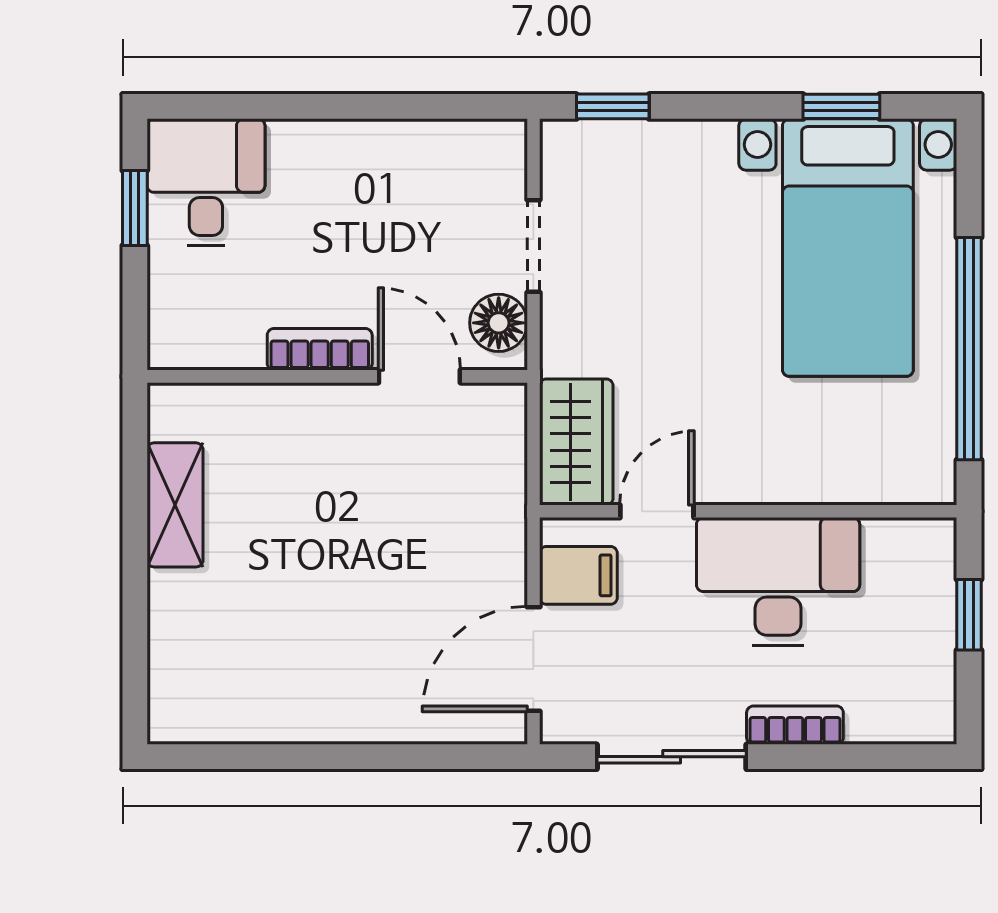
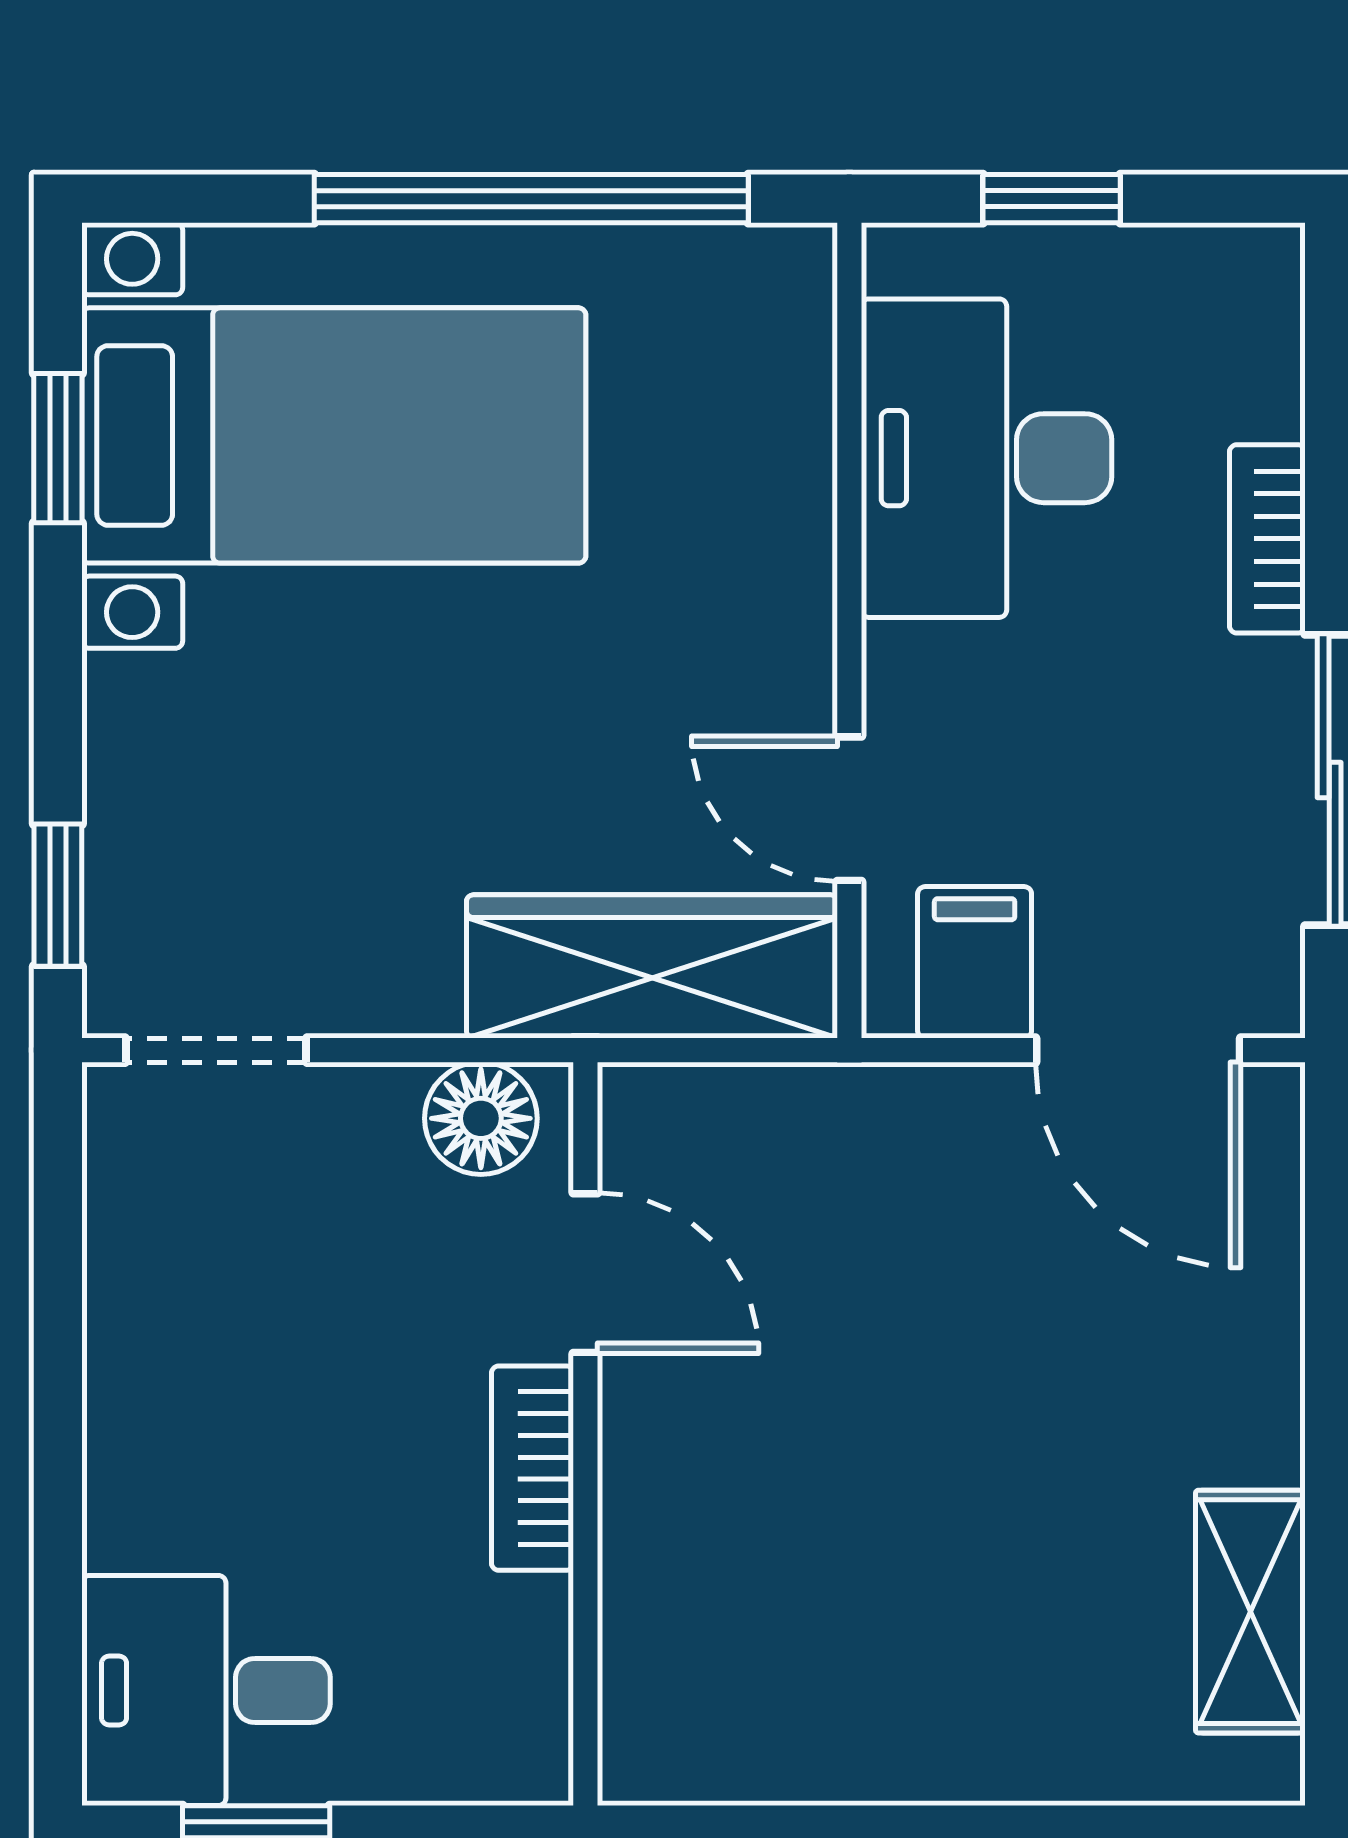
doorway: (533, 246) -> (216, 1050), moved
door: (419, 376) -> (585, 1273), swing flipped
wardrobe: (576, 442) -> (652, 966), width x1.50
shelving: (175, 505) -> (1250, 1612), moved, turned 90
desk: (778, 581) -> (987, 458), moved

